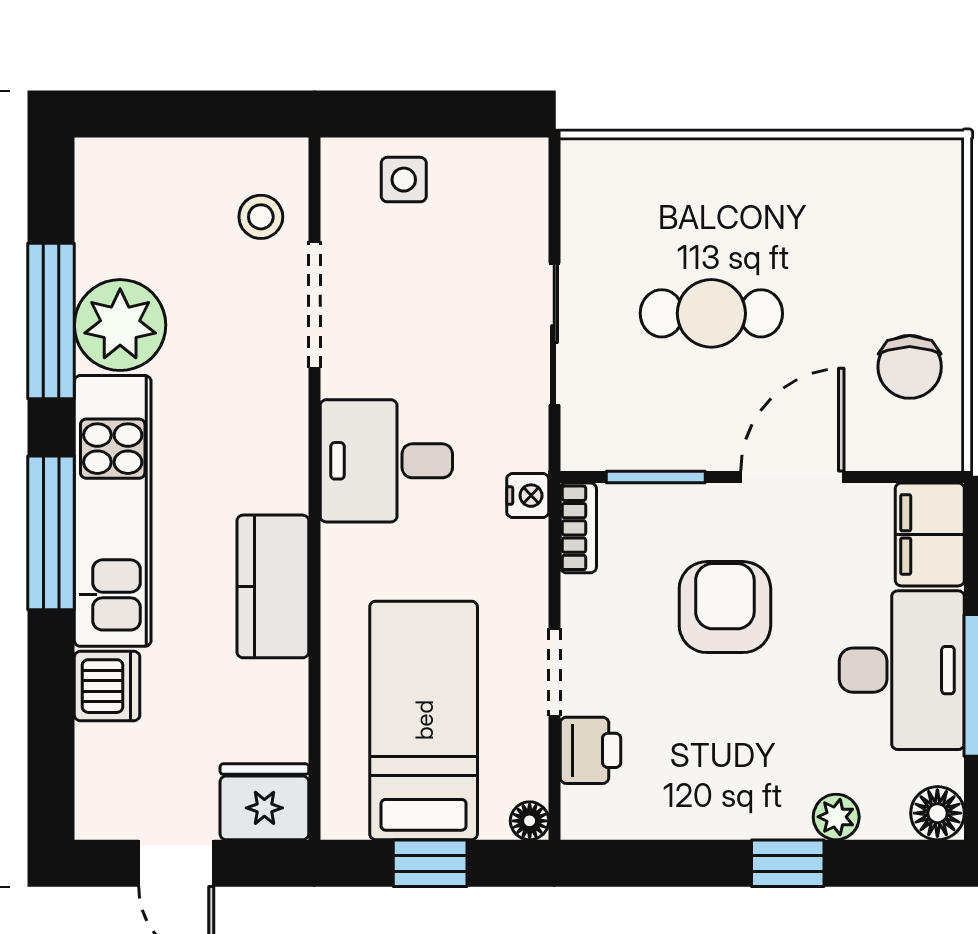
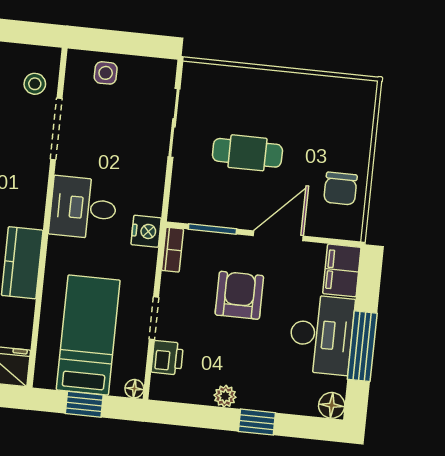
sliding door: (554, 334) -> (174, 123), moved
nightstand: (528, 496) -> (146, 231), width x1.39, depth x1.35
plant: (836, 817) -> (225, 396), moved

